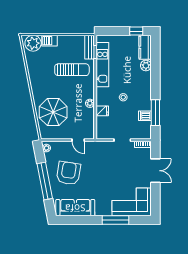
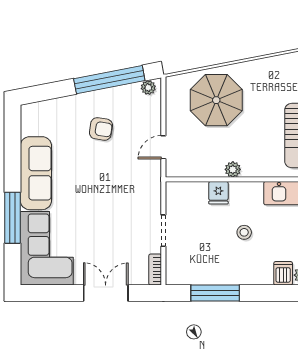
dishwasher: (145, 116) -> (283, 273), moved
double door: (155, 171) -> (106, 293), swing flipped
armchair: (68, 173) -> (101, 129), width x0.53, depth x0.53
window: (45, 181) -> (109, 80), moved
sofa: (75, 208) -> (36, 173), moved

